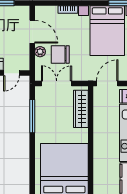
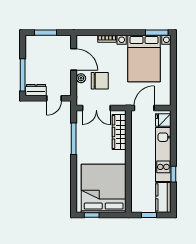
chair: (60, 54) -> (100, 81), turned 180
double door: (57, 83) -> (96, 108), swing flipped

